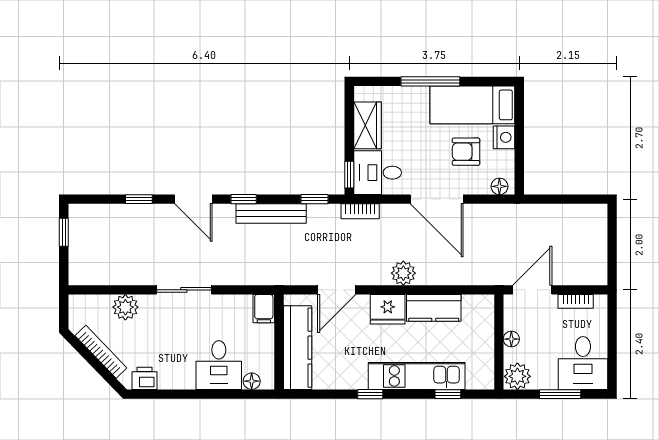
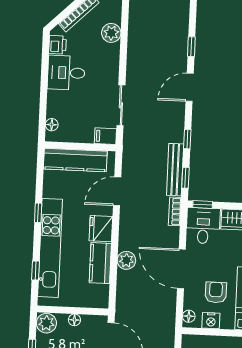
nightstand: (504, 137) -> (211, 321), moved
window: (244, 199) -> (187, 139), moved
door: (437, 199) -> (181, 269), hinge flipped
bench: (271, 214) -> (175, 170), moved
plant: (403, 273) -> (126, 260), moved
sliding door: (184, 290) -> (121, 105), moved
door: (337, 290) -> (117, 191), hinge flipped
desk: (219, 365) -> (66, 73), moved
kitchen unit: (417, 376) -> (50, 248), width x1.36

